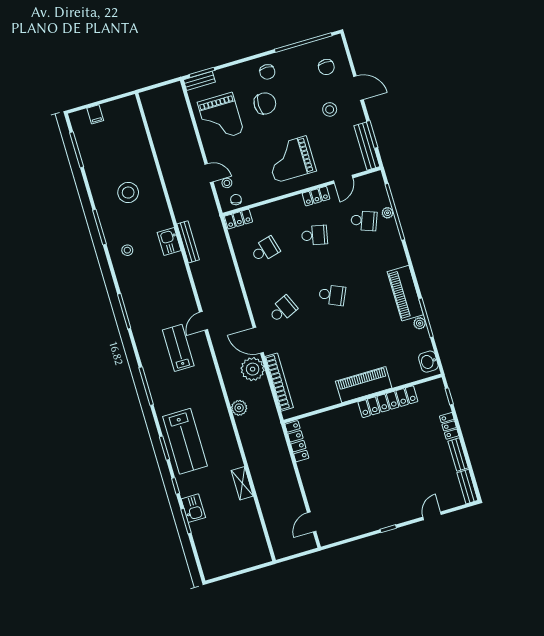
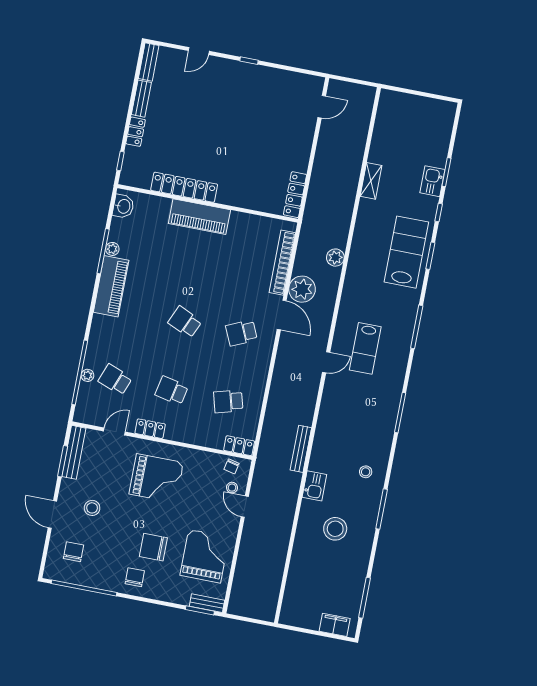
filing cabinet: (95, 114) -> (335, 625), width x2.00
kitchen sink: (169, 242) -> (314, 486), moved

